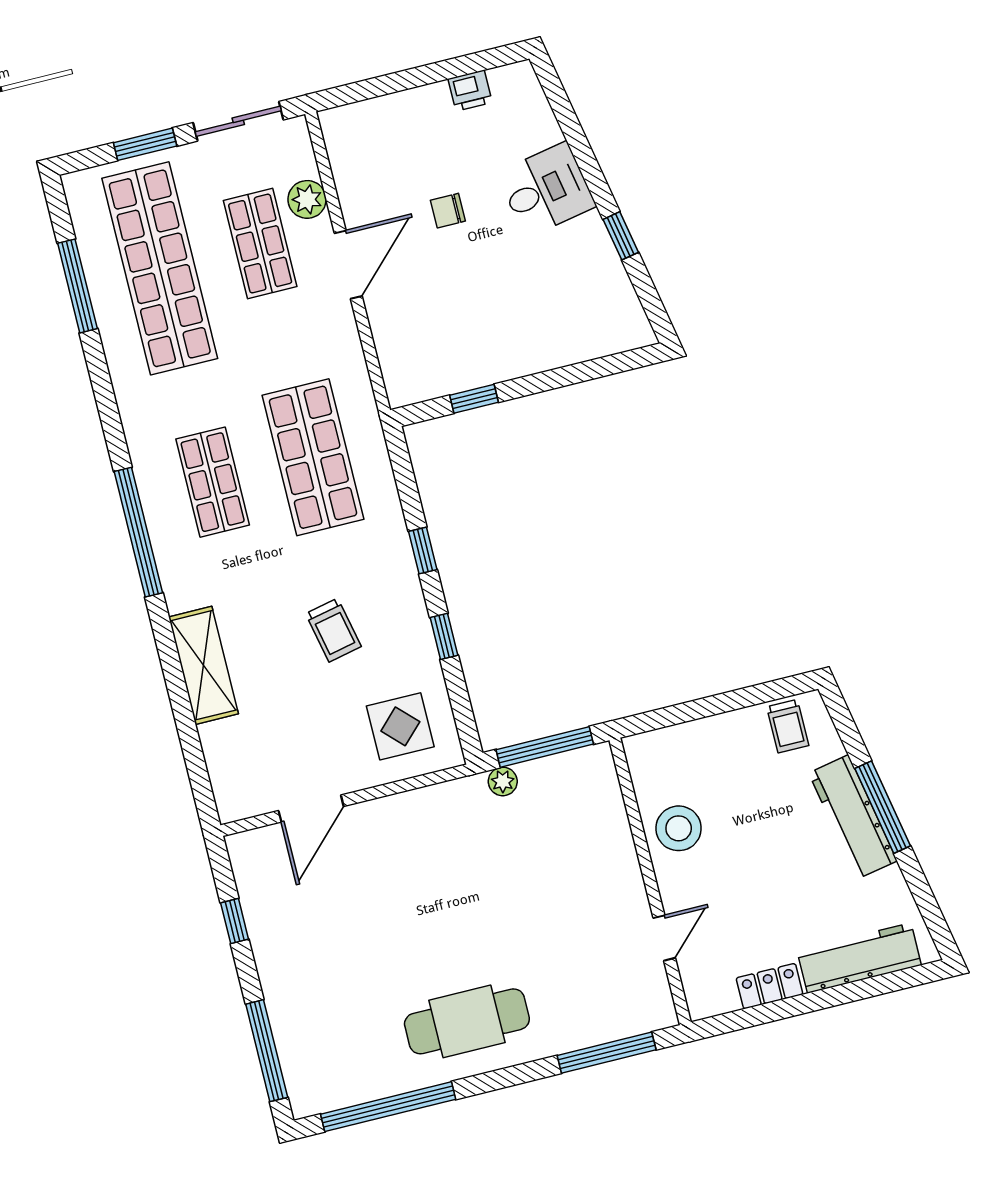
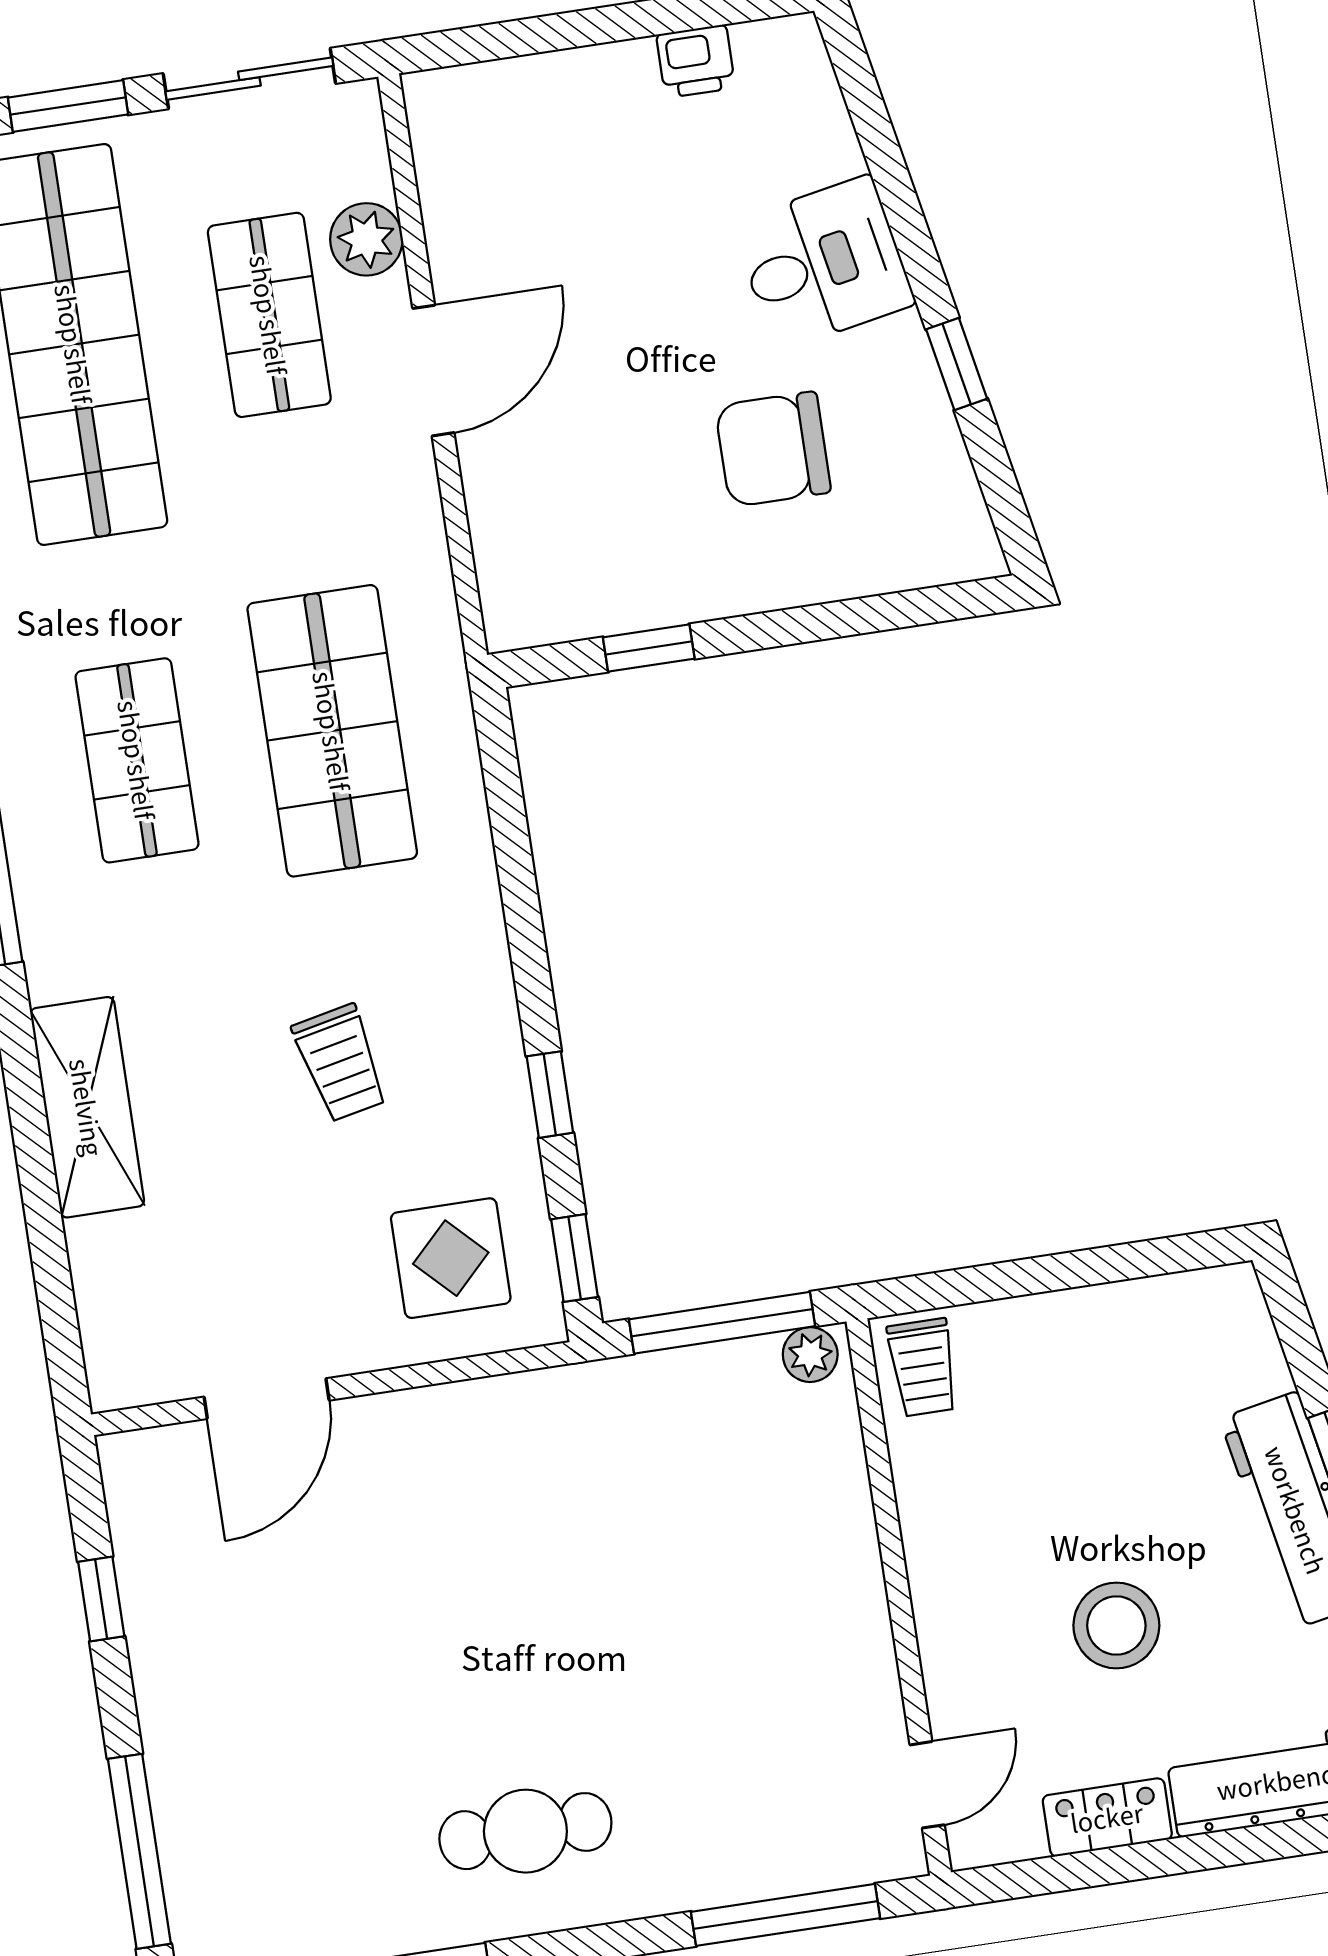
chair: (448, 211) -> (773, 449), moved, width x1.87, depth x1.87
window: (423, 550) -> (575, 1258), moved
trolley: (788, 726) -> (923, 1367), moved
plant: (503, 781) -> (810, 1355), moved
stool: (679, 828) -> (1116, 1626), moved
door: (664, 938) -> (927, 1785), moved
cafe table: (467, 1021) -> (525, 1831), width x0.73, depth x0.74

